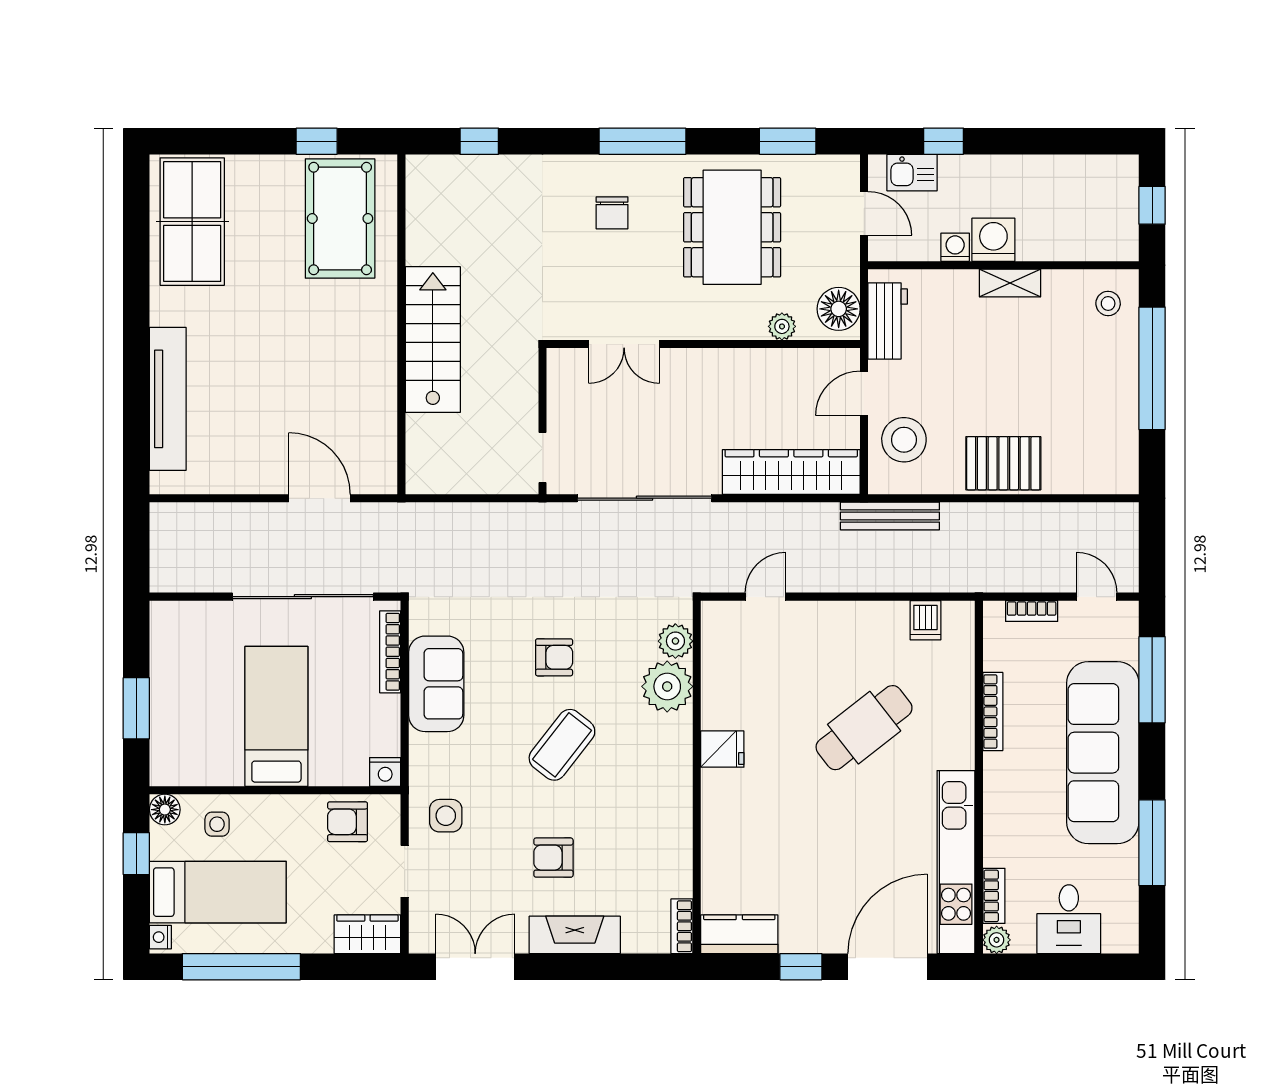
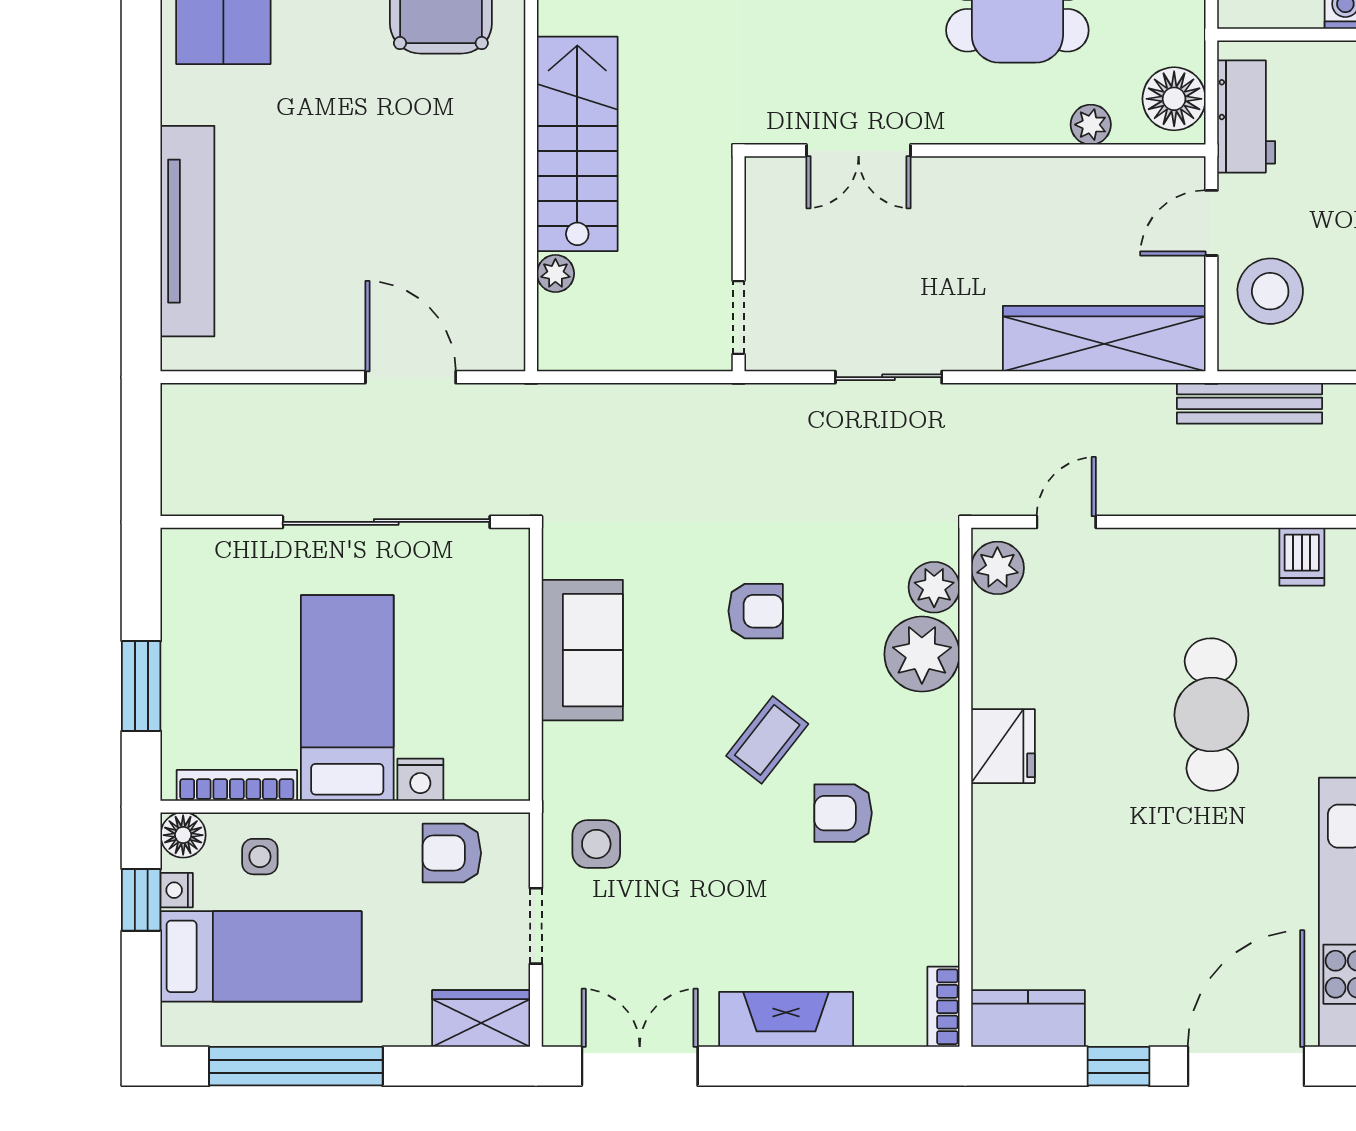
plant: (418, 428) -> (555, 274), added
sliding door: (644, 498) -> (889, 377), width x0.54
plant: (719, 628) -> (997, 568), added
bookcase: (390, 652) -> (237, 785), moved, turned 90
cafe table: (864, 728) -> (1211, 715), turned -53
coffee table: (562, 745) -> (767, 740), width x0.73, depth x0.77
fridge: (722, 749) -> (1003, 746), width x1.38
nightstand: (385, 772) -> (420, 780), moved
armchair: (553, 858) -> (843, 813), moved
nightstand: (160, 937) -> (177, 890), moved

